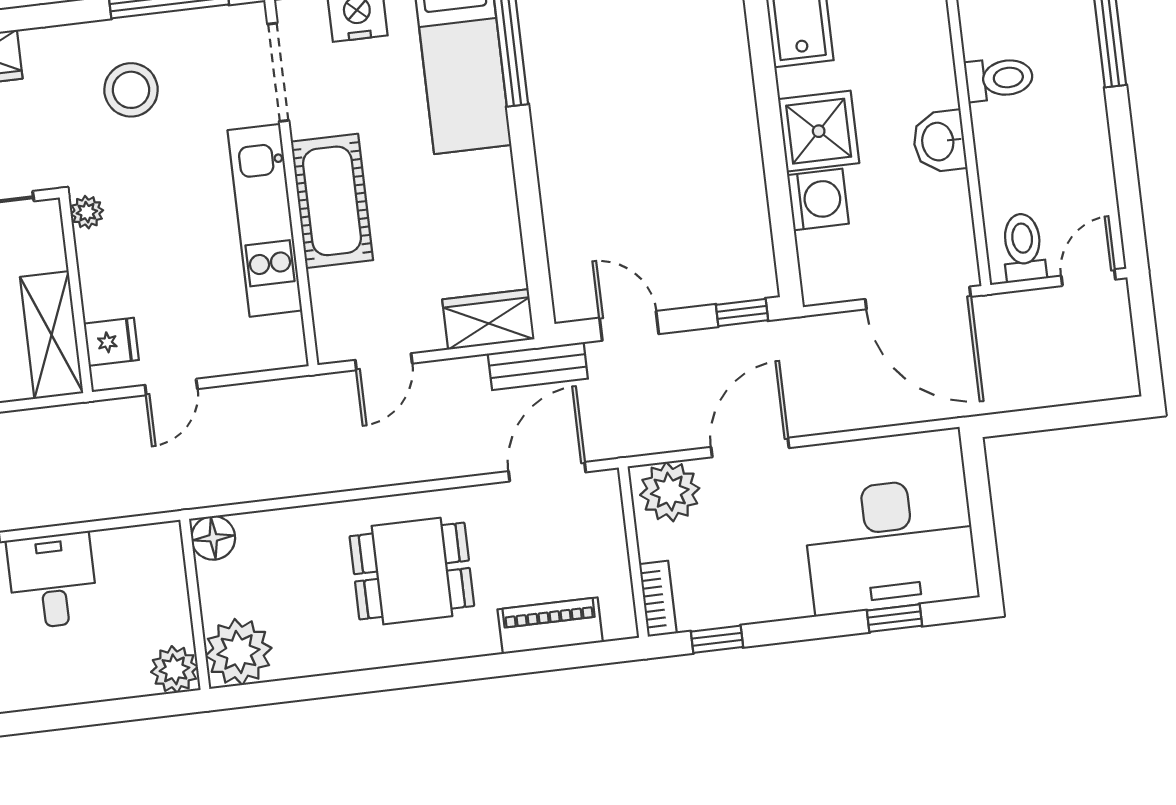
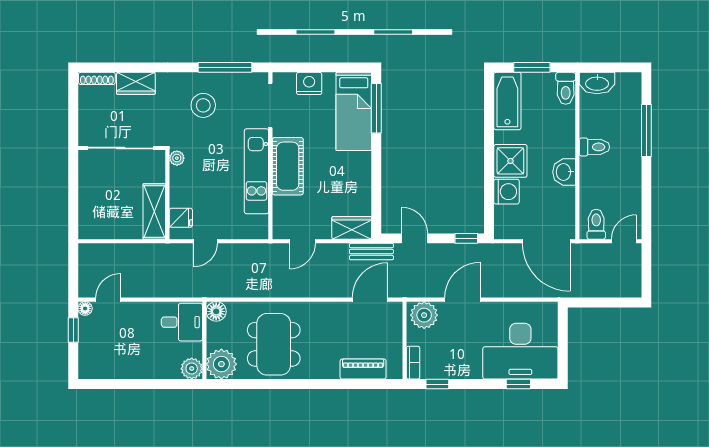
dining table: (412, 571) -> (274, 344), moved, width x1.38
desk: (52, 581) -> (182, 322), moved, turned 90

